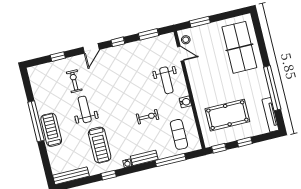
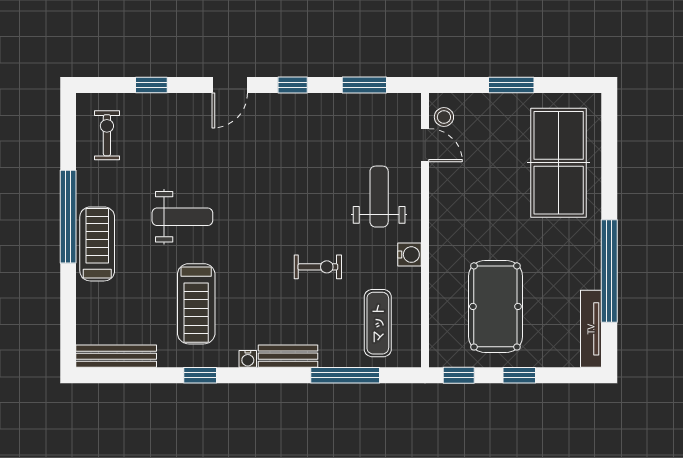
window: (200, 22) -> (511, 85), moved
weight bench: (166, 80) -> (379, 197), turned 180
exercise bike: (74, 81) -> (107, 135), moved
weight bench: (85, 109) -> (182, 217), turned 90
pool table: (227, 115) -> (495, 306), turned 90

